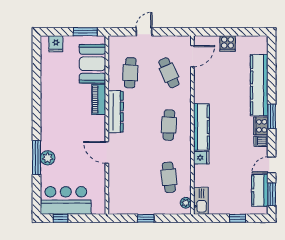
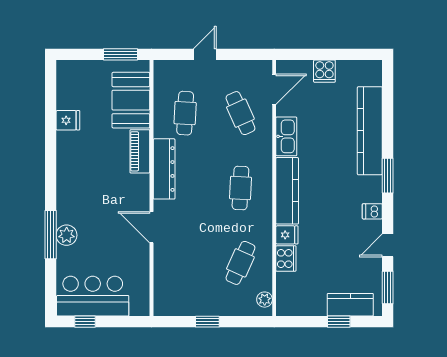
fridge: (56, 44) -> (68, 120), moved, turned -90
cooker: (261, 126) -> (286, 258), moved, turned 180
cafe table: (169, 177) -> (240, 263), turned 30
kitchen counter: (260, 190) -> (350, 305), moved, turned 90
kitchen sink: (201, 201) -> (286, 136), moved

